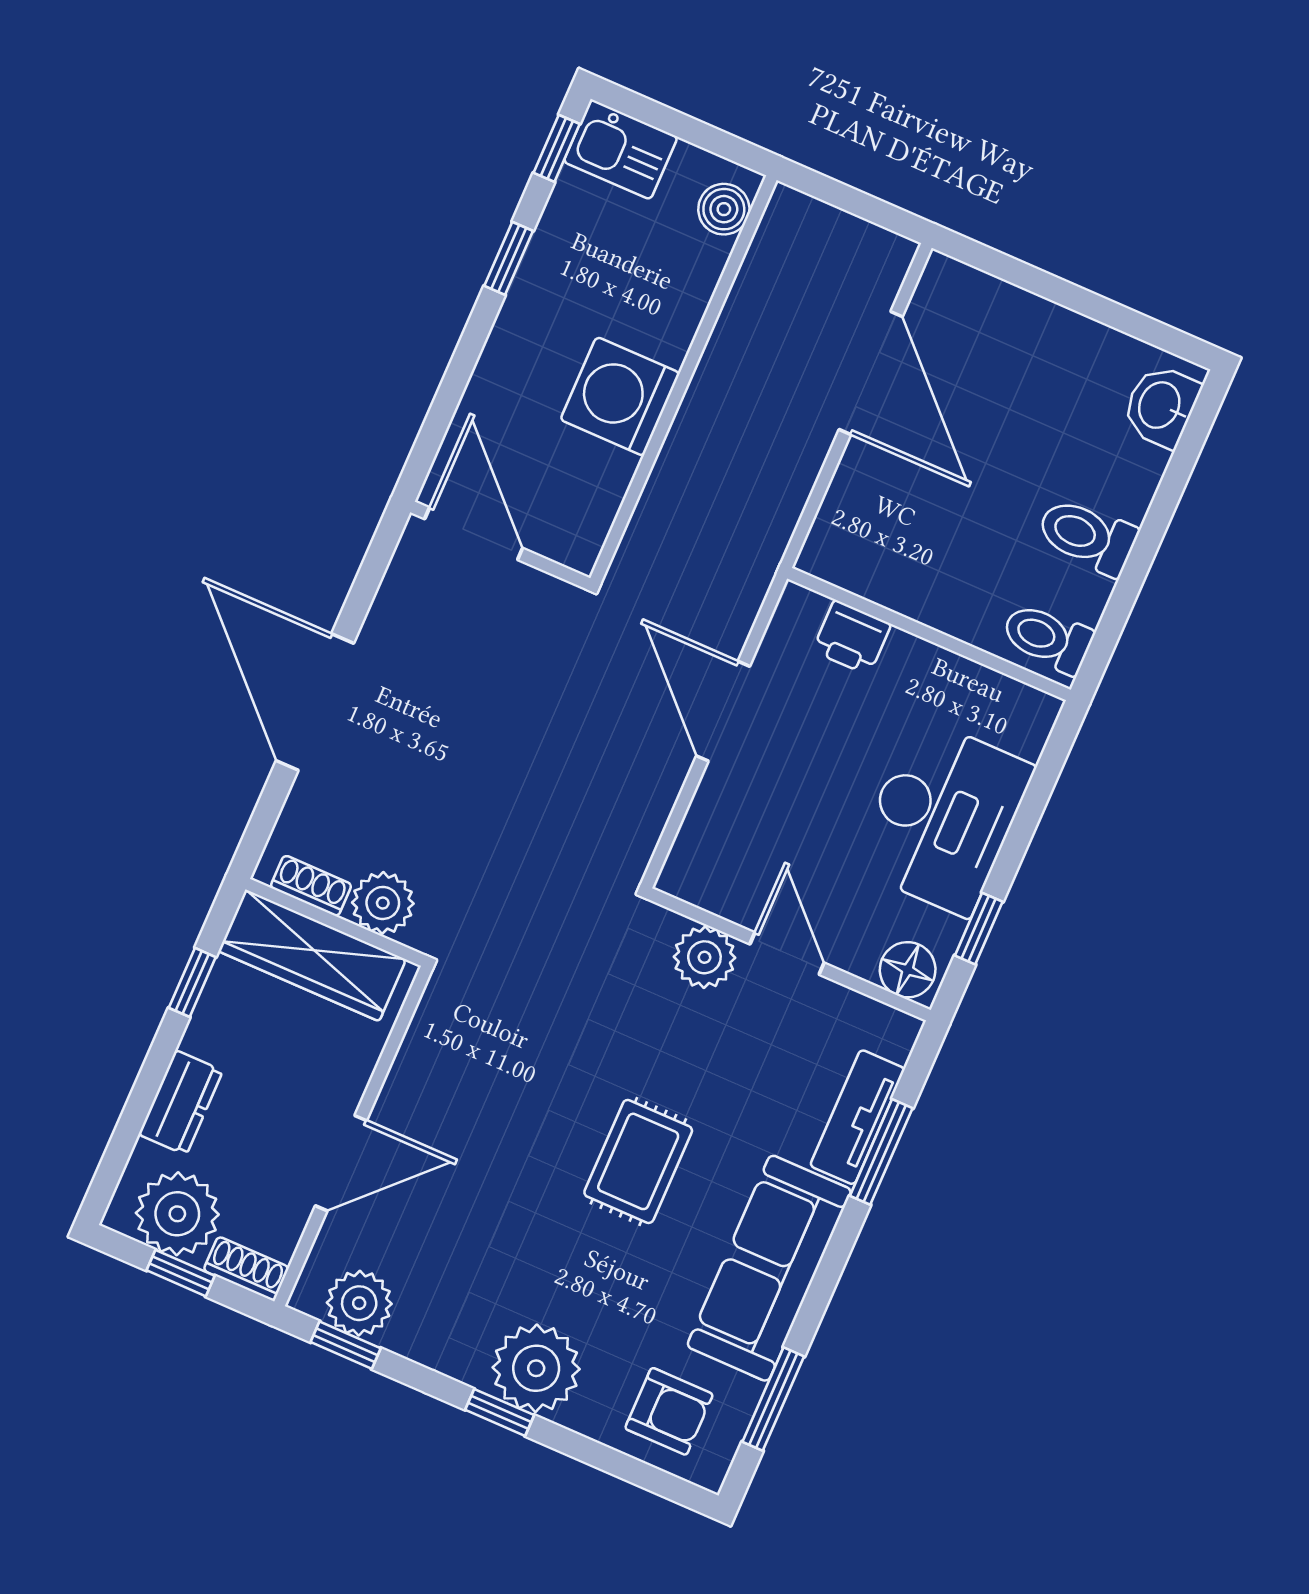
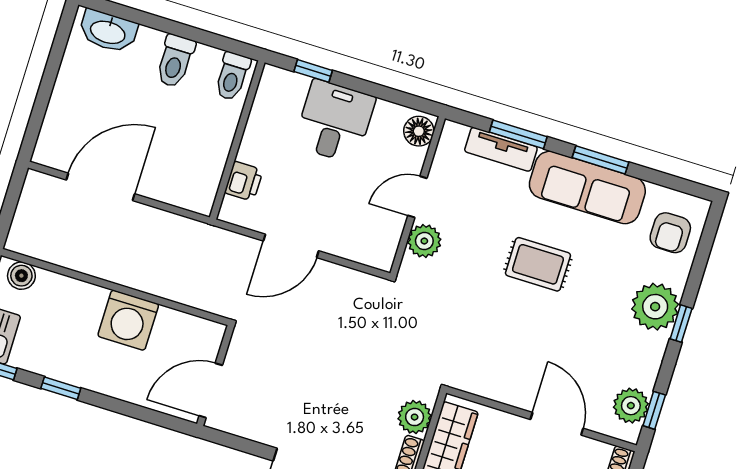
washbasin: (1161, 406) -> (108, 31), width x1.38
desk: (943, 817) -> (335, 121), width x0.73
window: (979, 929) -> (313, 71), moved
window: (773, 1399) -> (601, 160), moved
armchair: (669, 1411) -> (670, 233), turned 180

